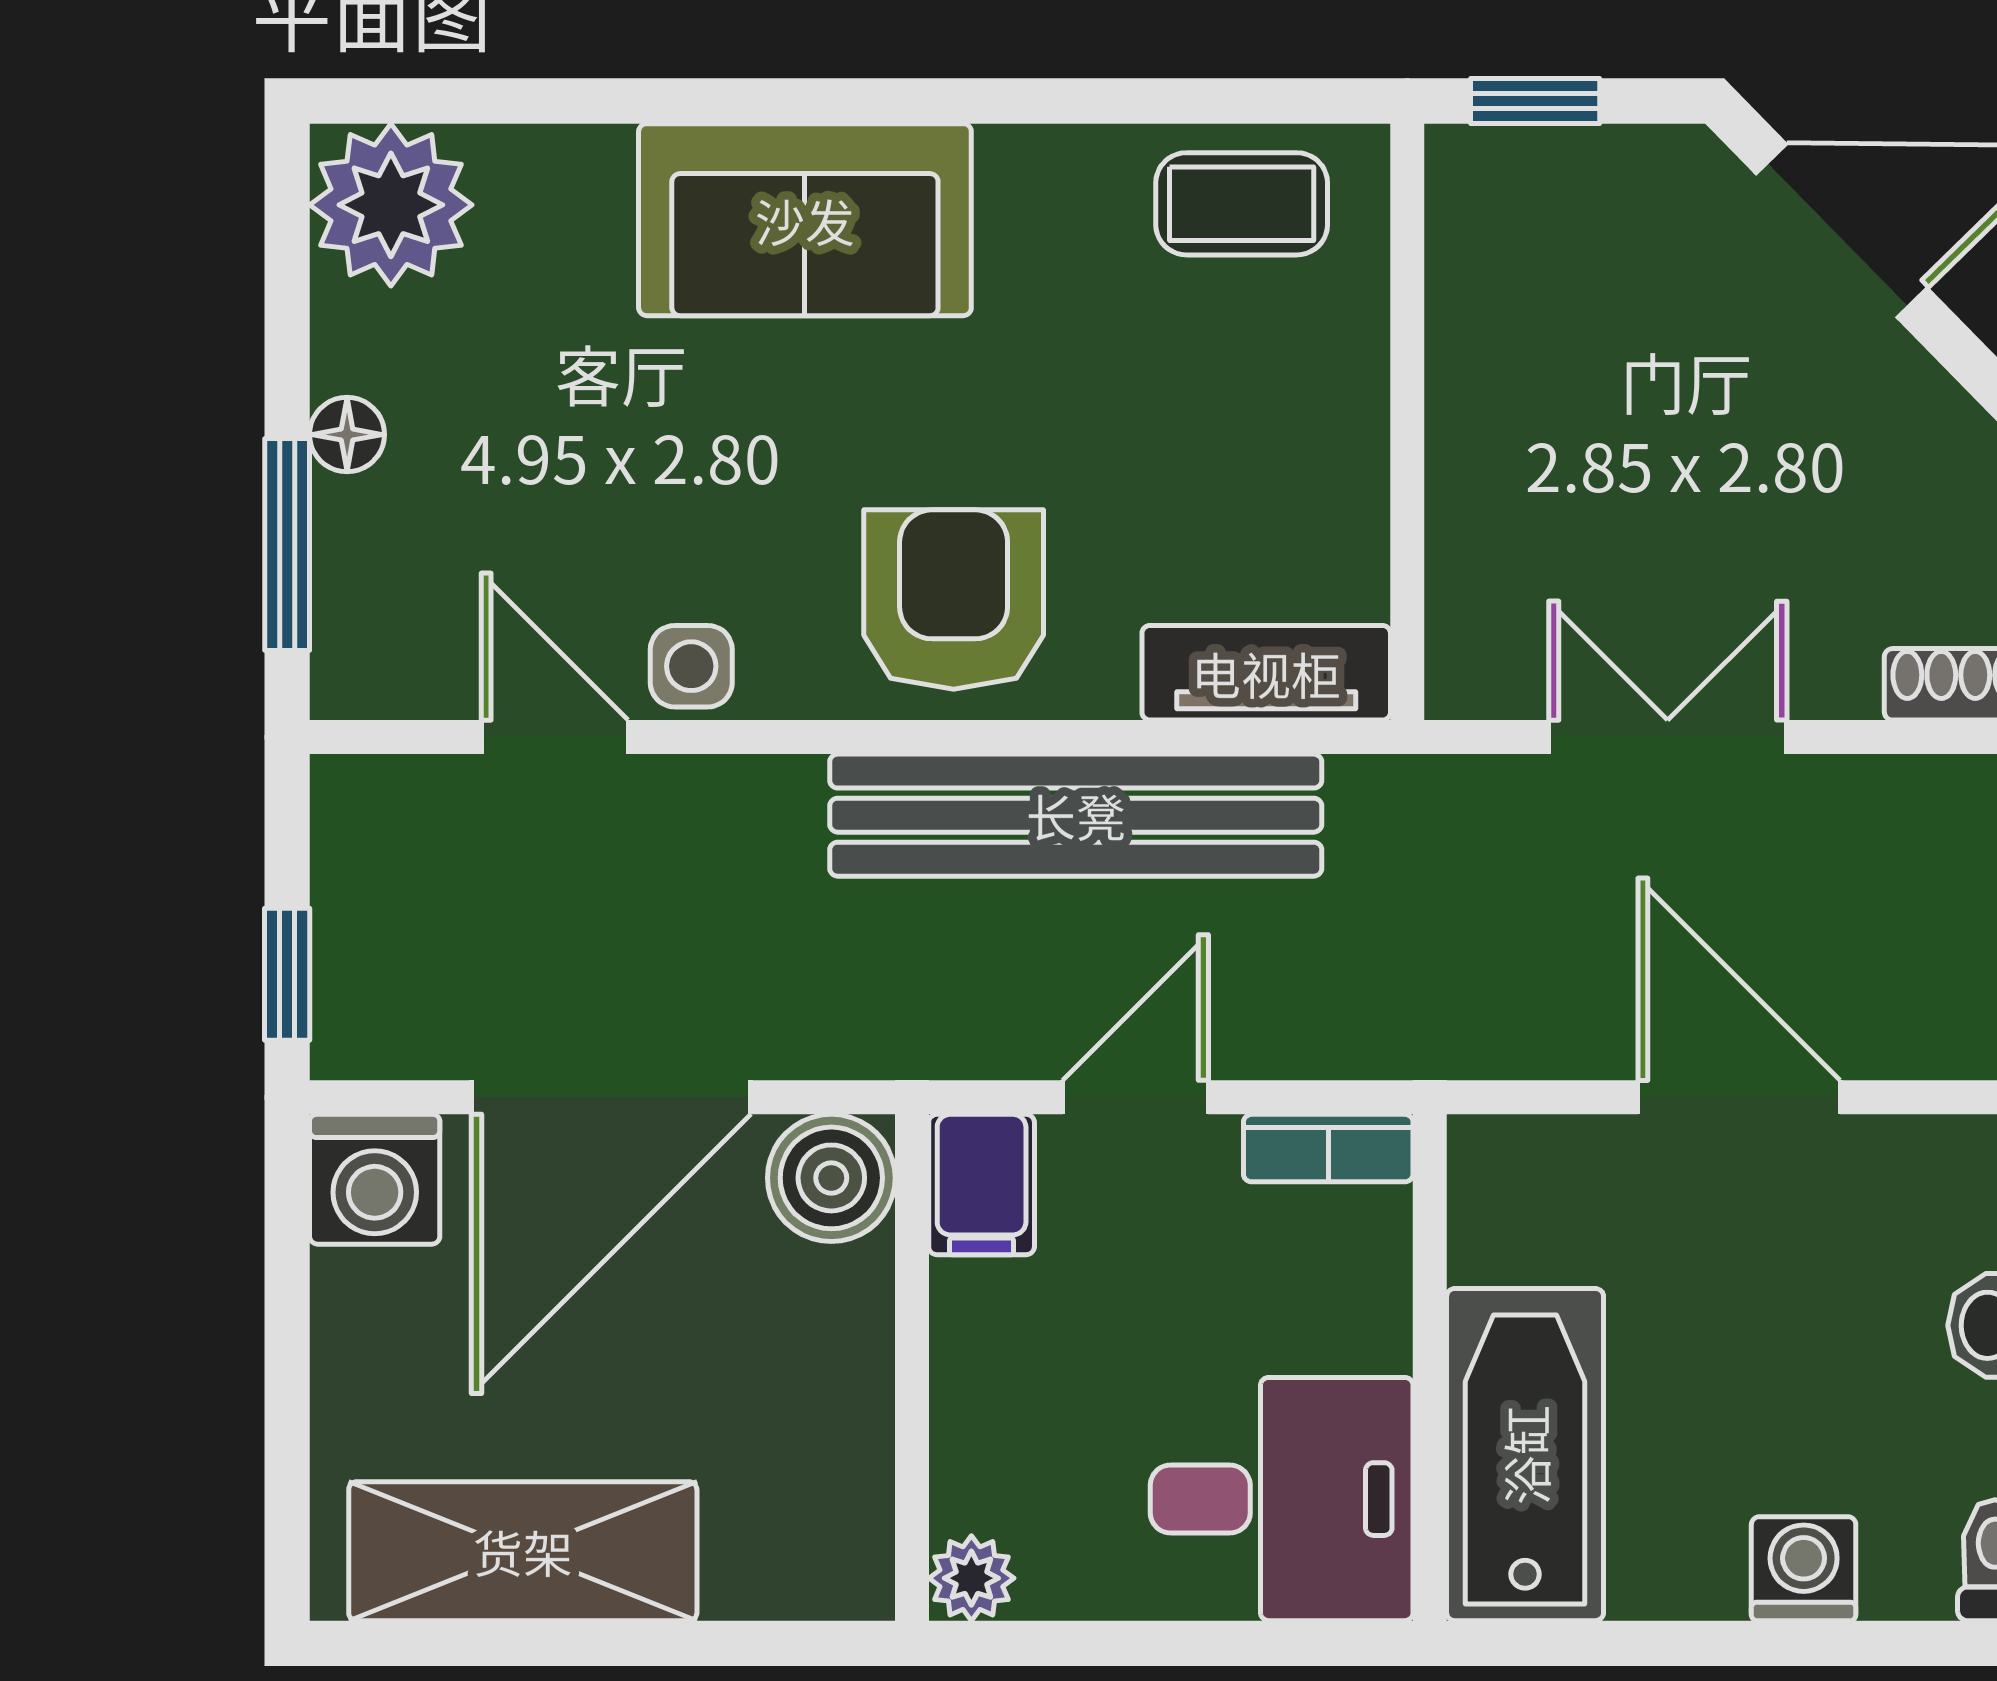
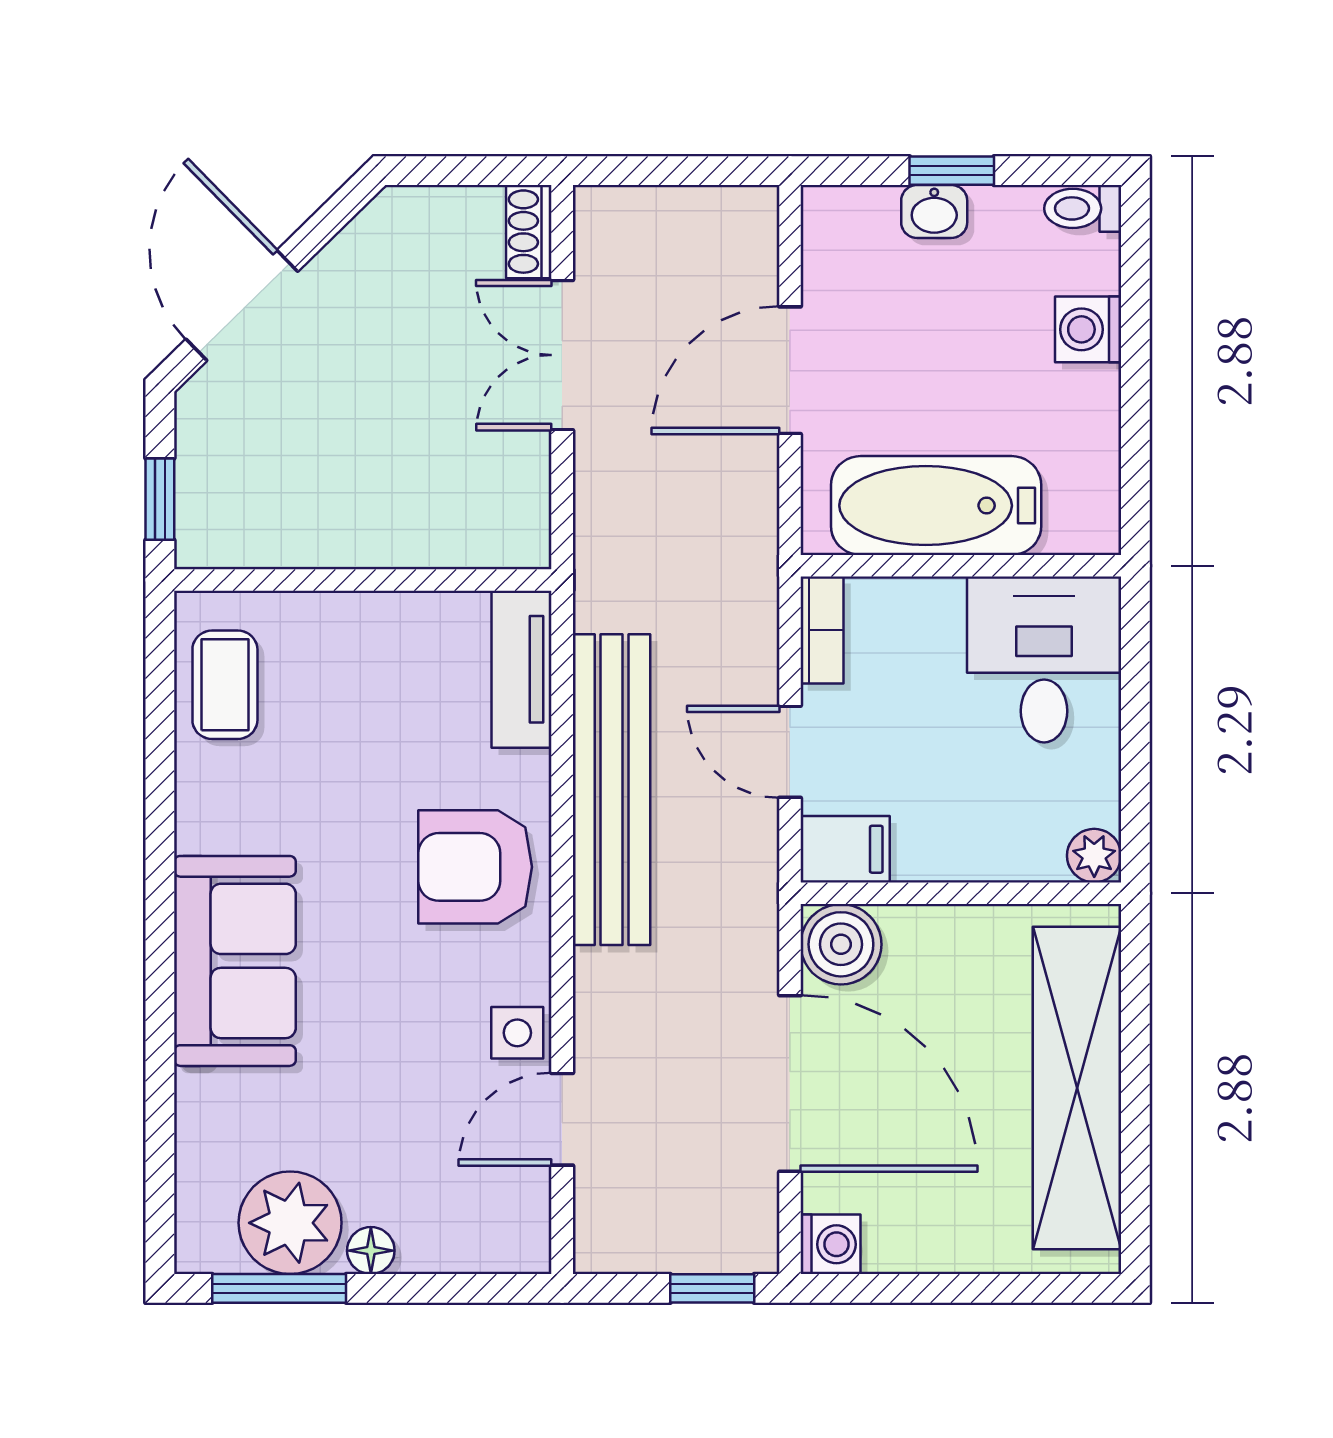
plant: (391, 205) -> (290, 1223), moved
window: (287, 544) -> (279, 1288), moved
double door: (1668, 737) -> (562, 355), moved
washing machine: (375, 1179) -> (831, 1244), width x0.73, depth x0.73
bathtub: (1525, 1455) -> (936, 506), moved
shelving: (523, 1551) -> (1077, 1088), width x1.47

